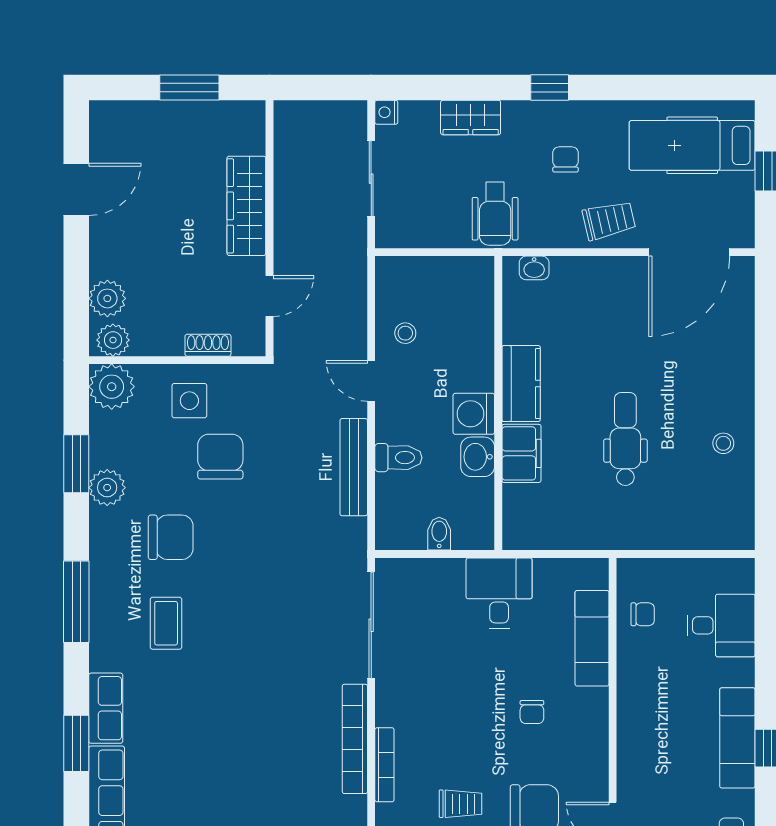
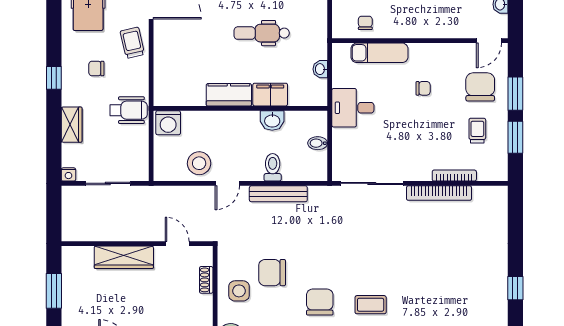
washbasin: (534, 268) -> (320, 69), moved, turned 180
stool: (405, 333) -> (199, 163), width x1.89, depth x1.89
washing machine: (474, 414) -> (168, 123), moved

